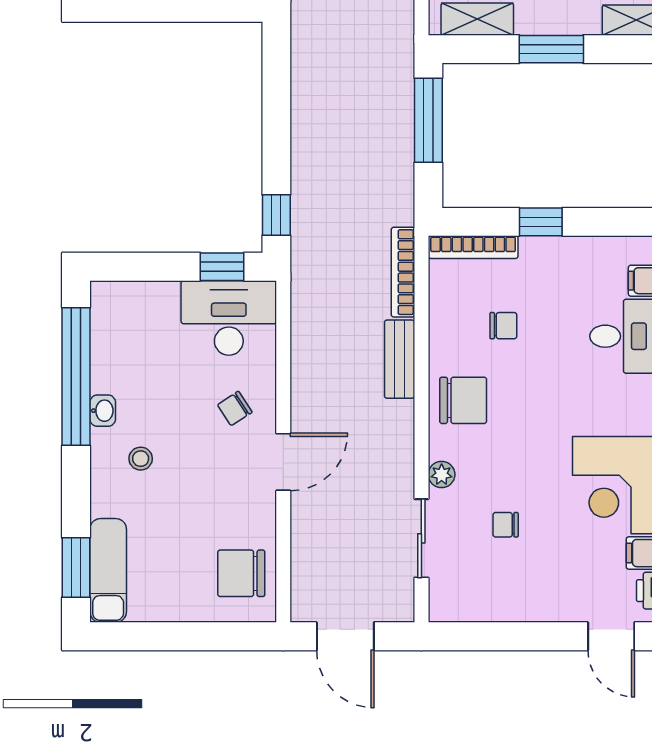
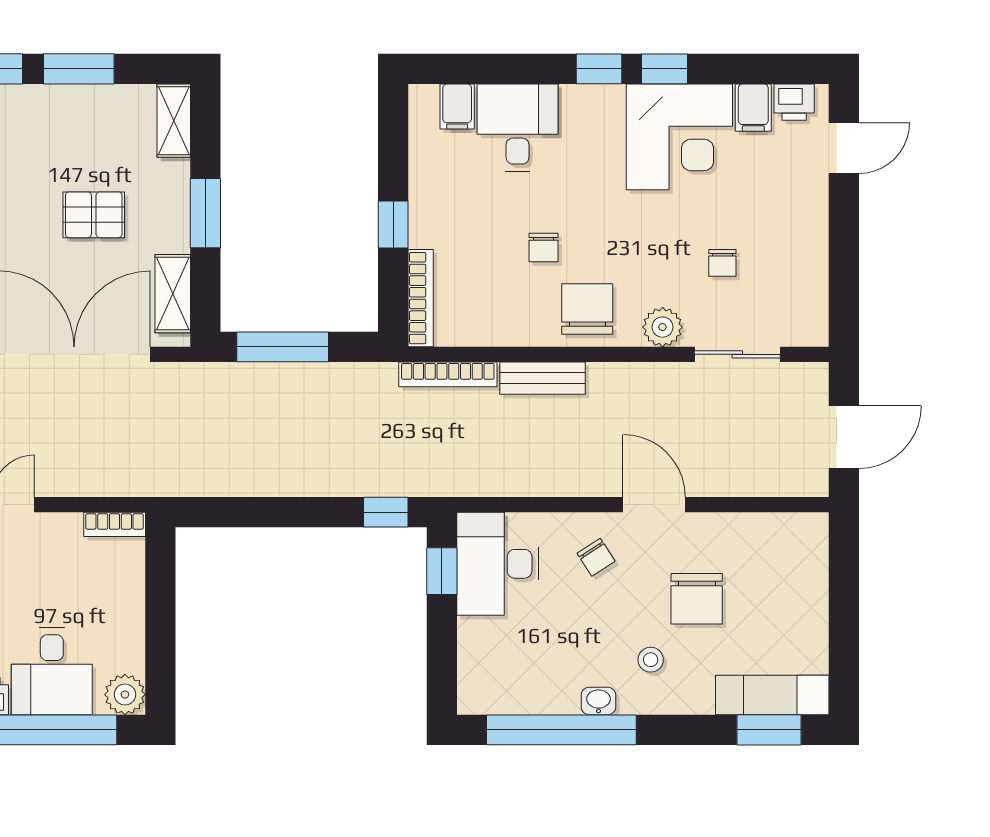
chair: (503, 326) -> (543, 248), moved, turned 180
plant: (442, 475) -> (663, 327), width x1.38, depth x1.38
chair: (241, 573) -> (697, 599), moved

